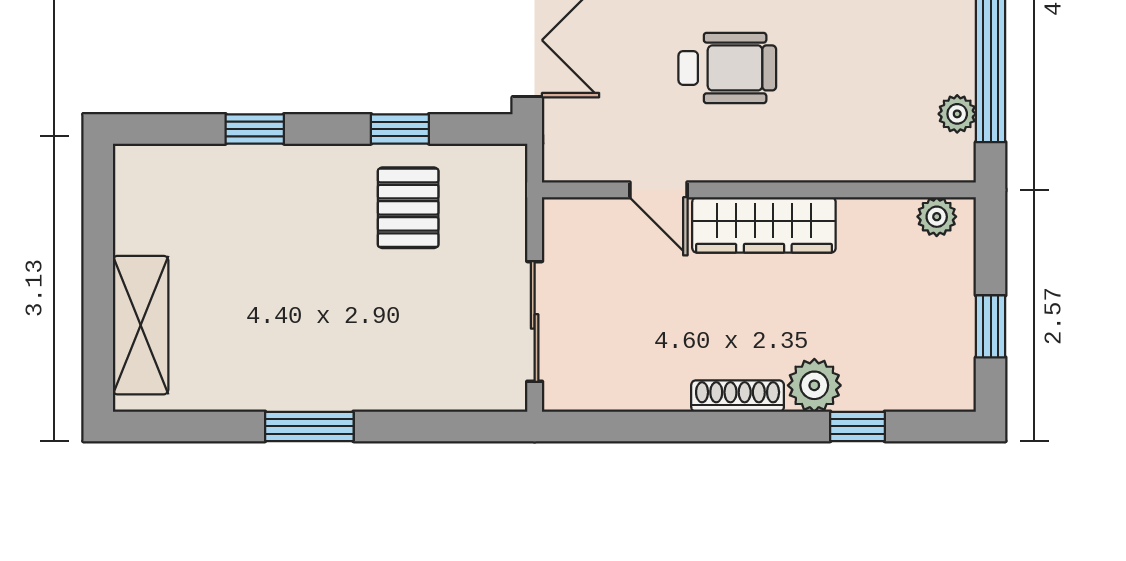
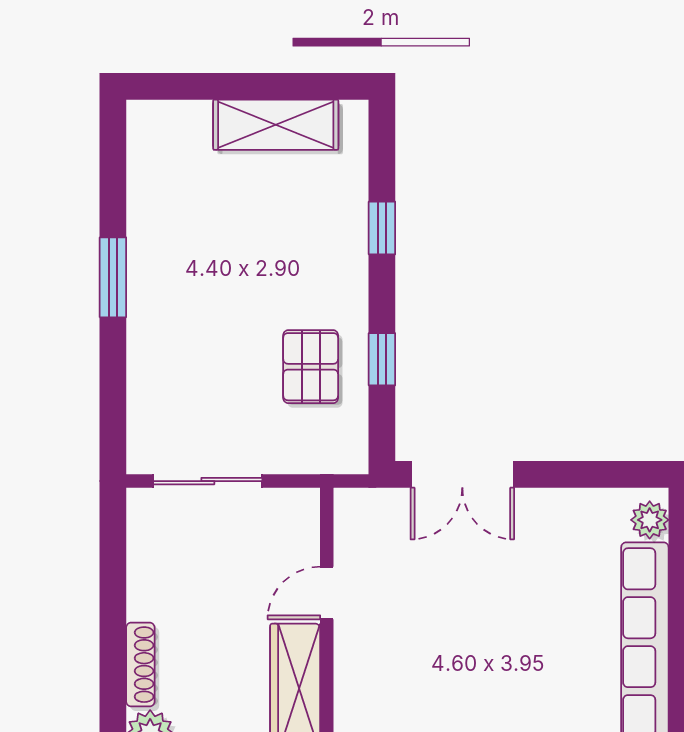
wheelchair: (727, 68) -> (437, 655), removed
pallet: (408, 208) -> (311, 367), turned 90
shelving: (141, 325) -> (276, 125), moved

